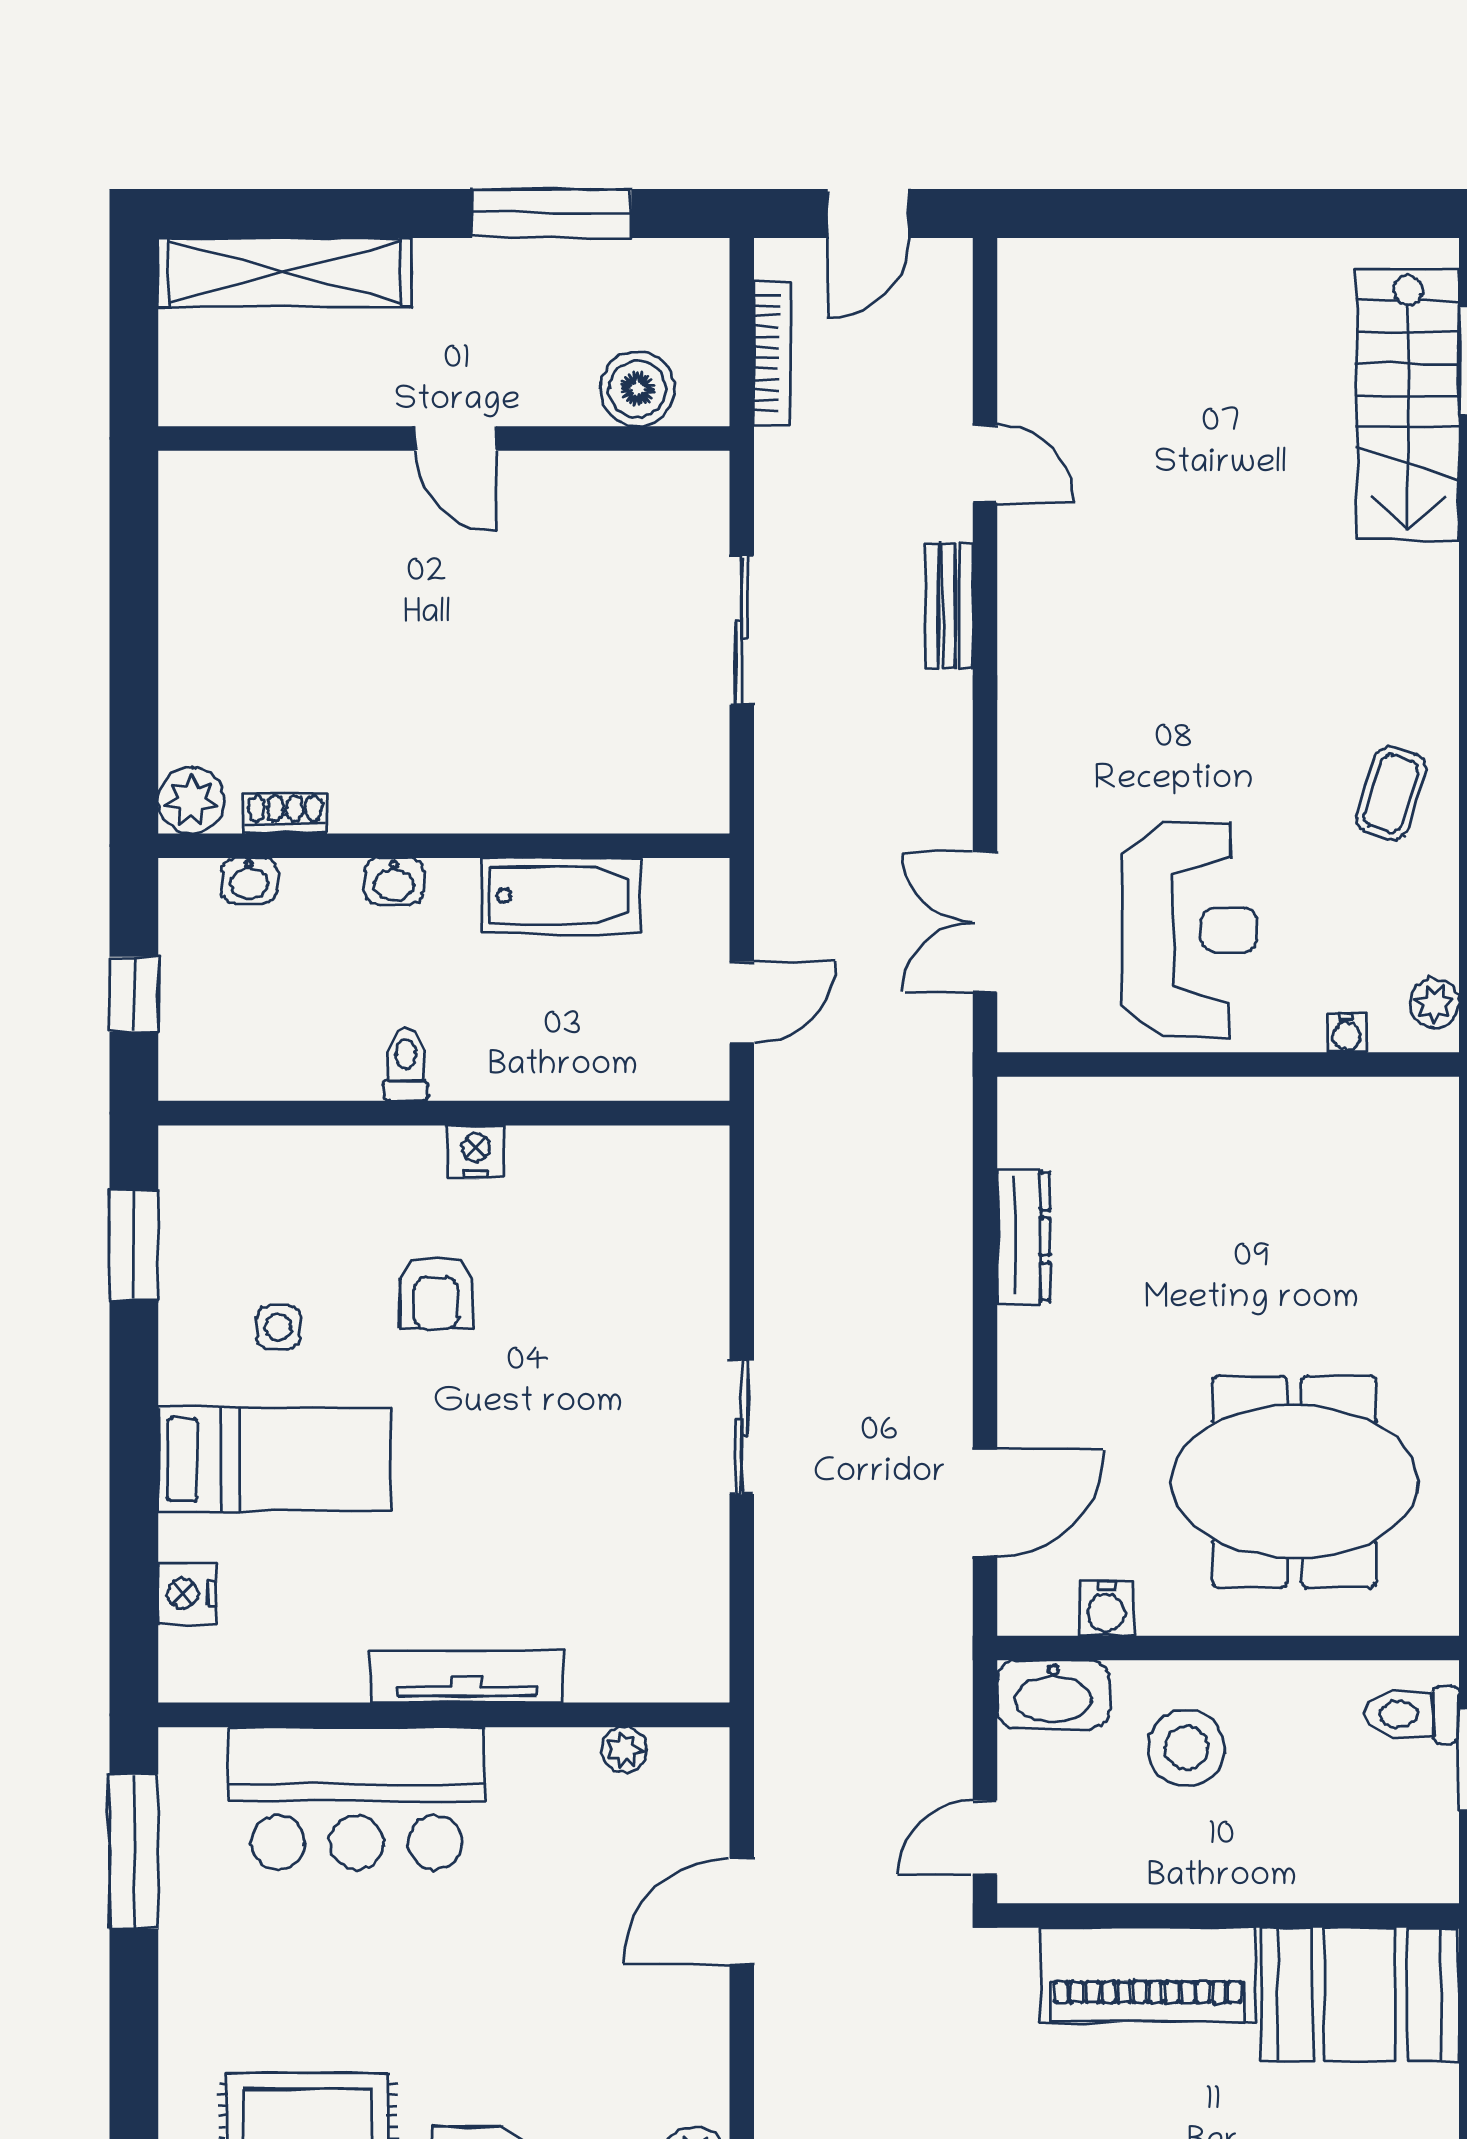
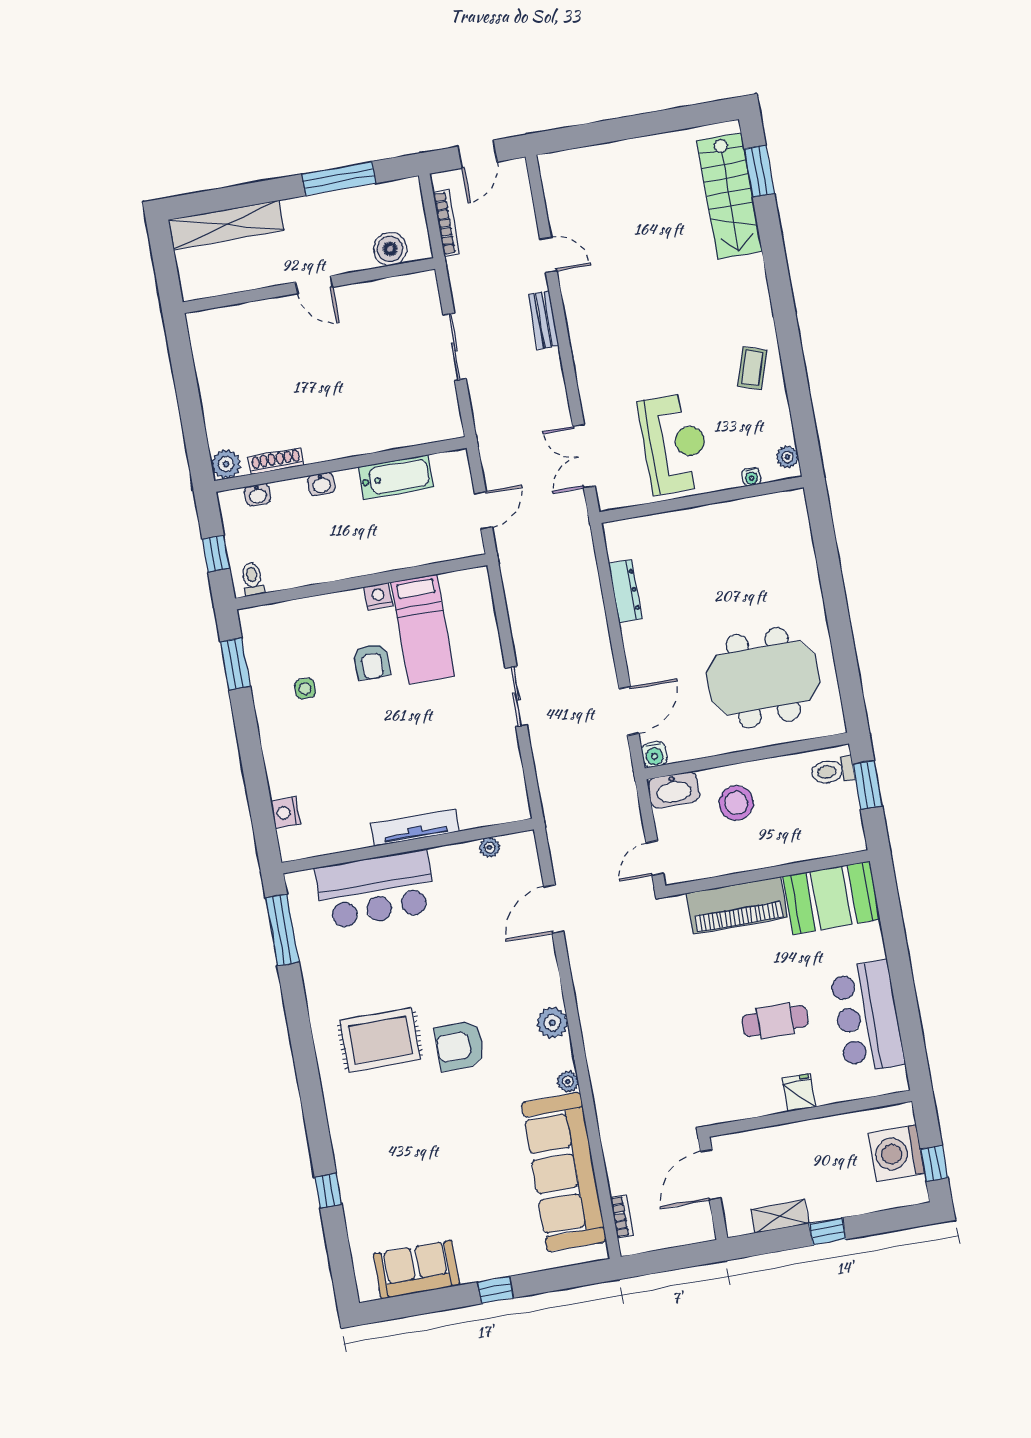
shoe rack: (285, 813) -> (276, 461), width x1.43
toilet: (406, 1065) -> (252, 579), moved
bed: (275, 1459) -> (423, 629), moved, turned 90
water cooler: (1106, 1609) -> (654, 754), moved

